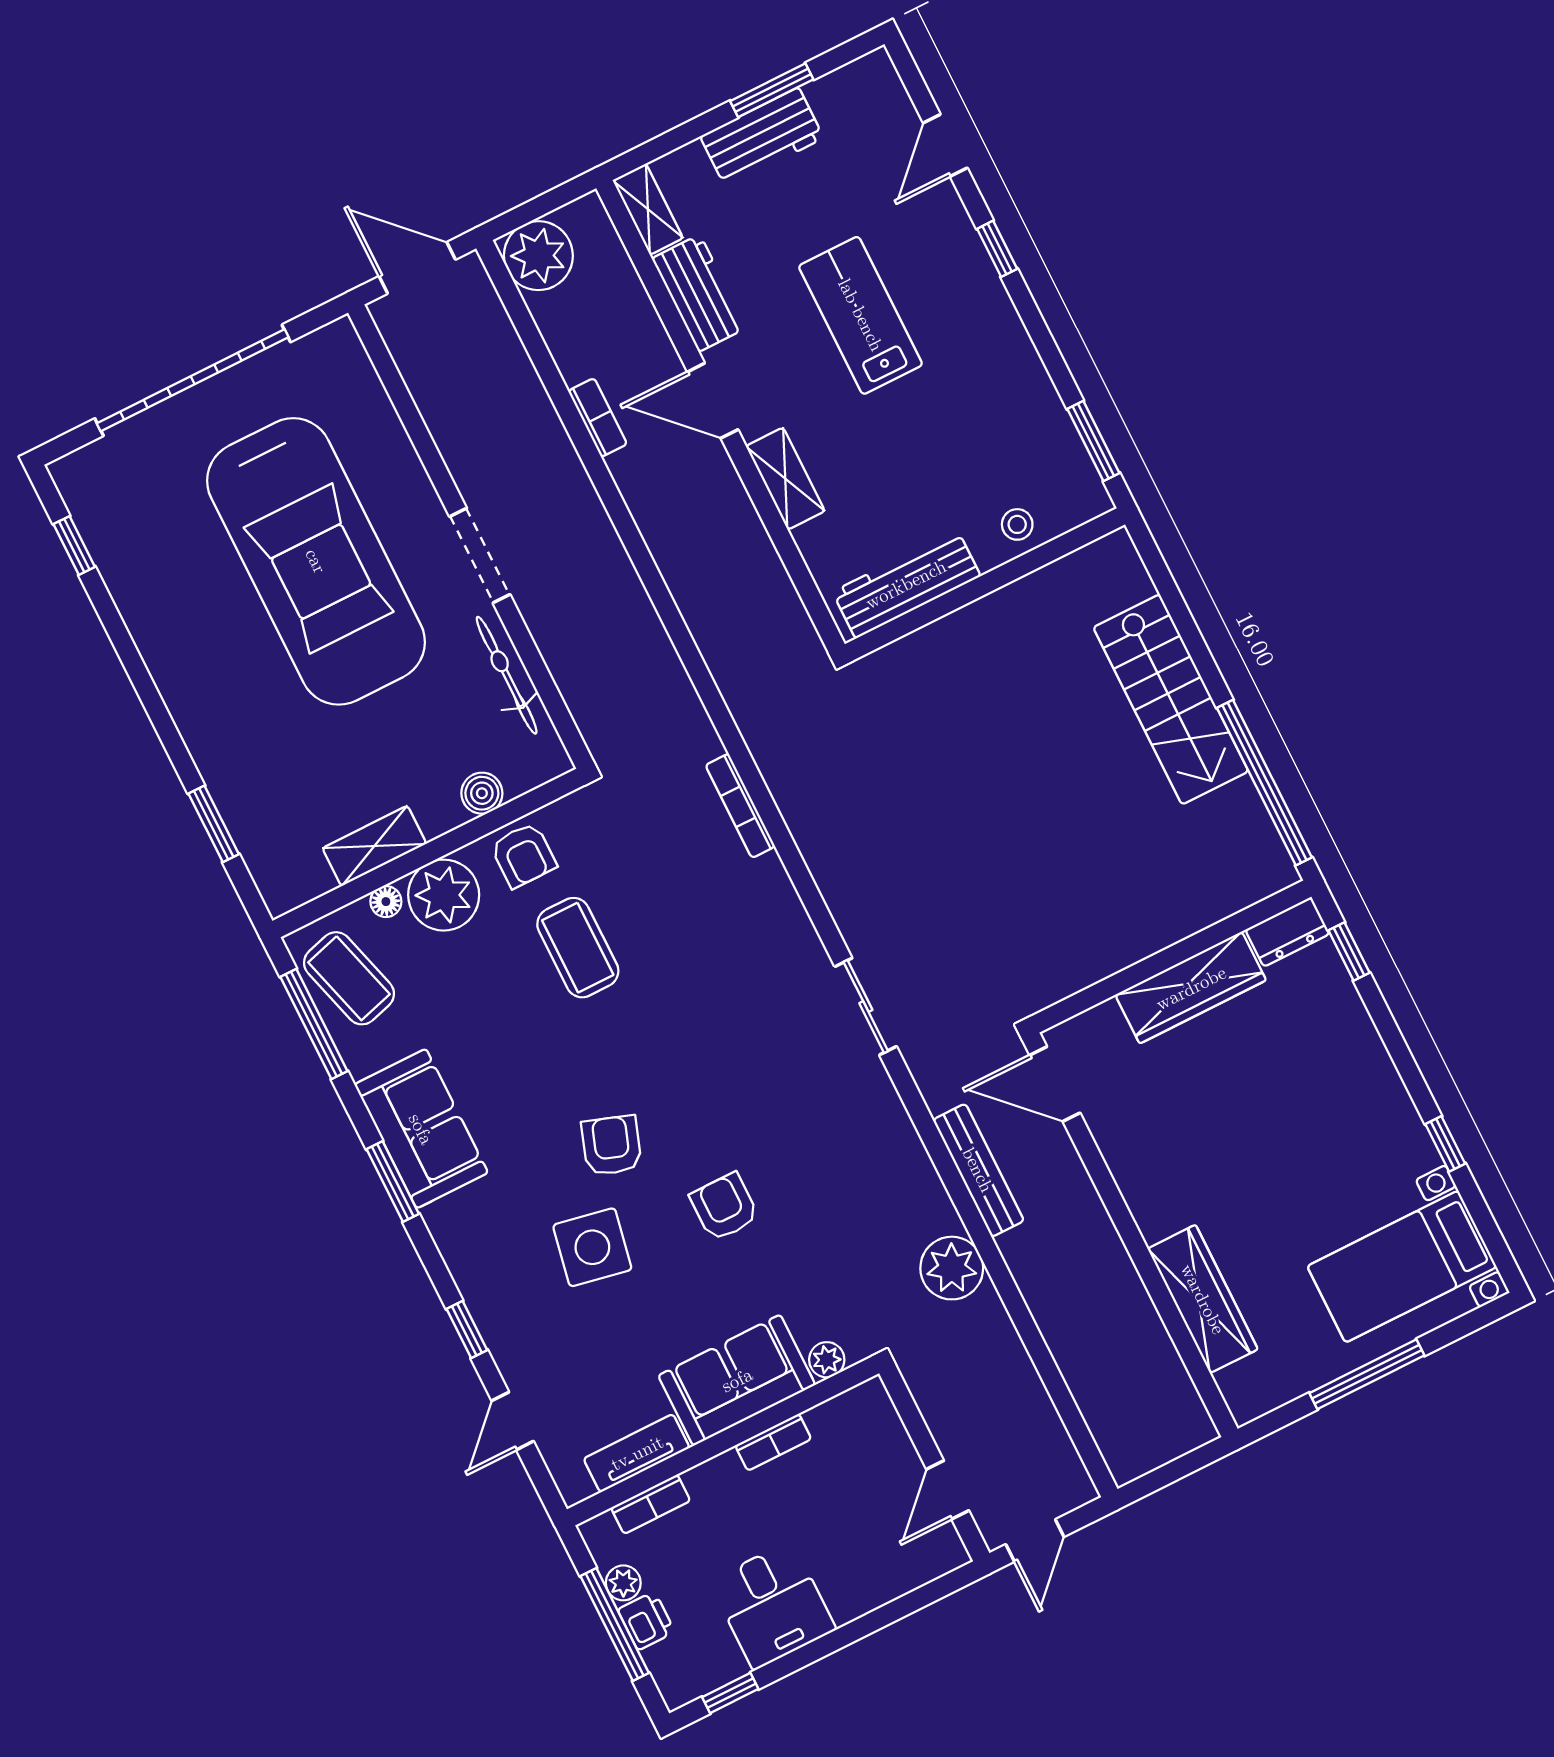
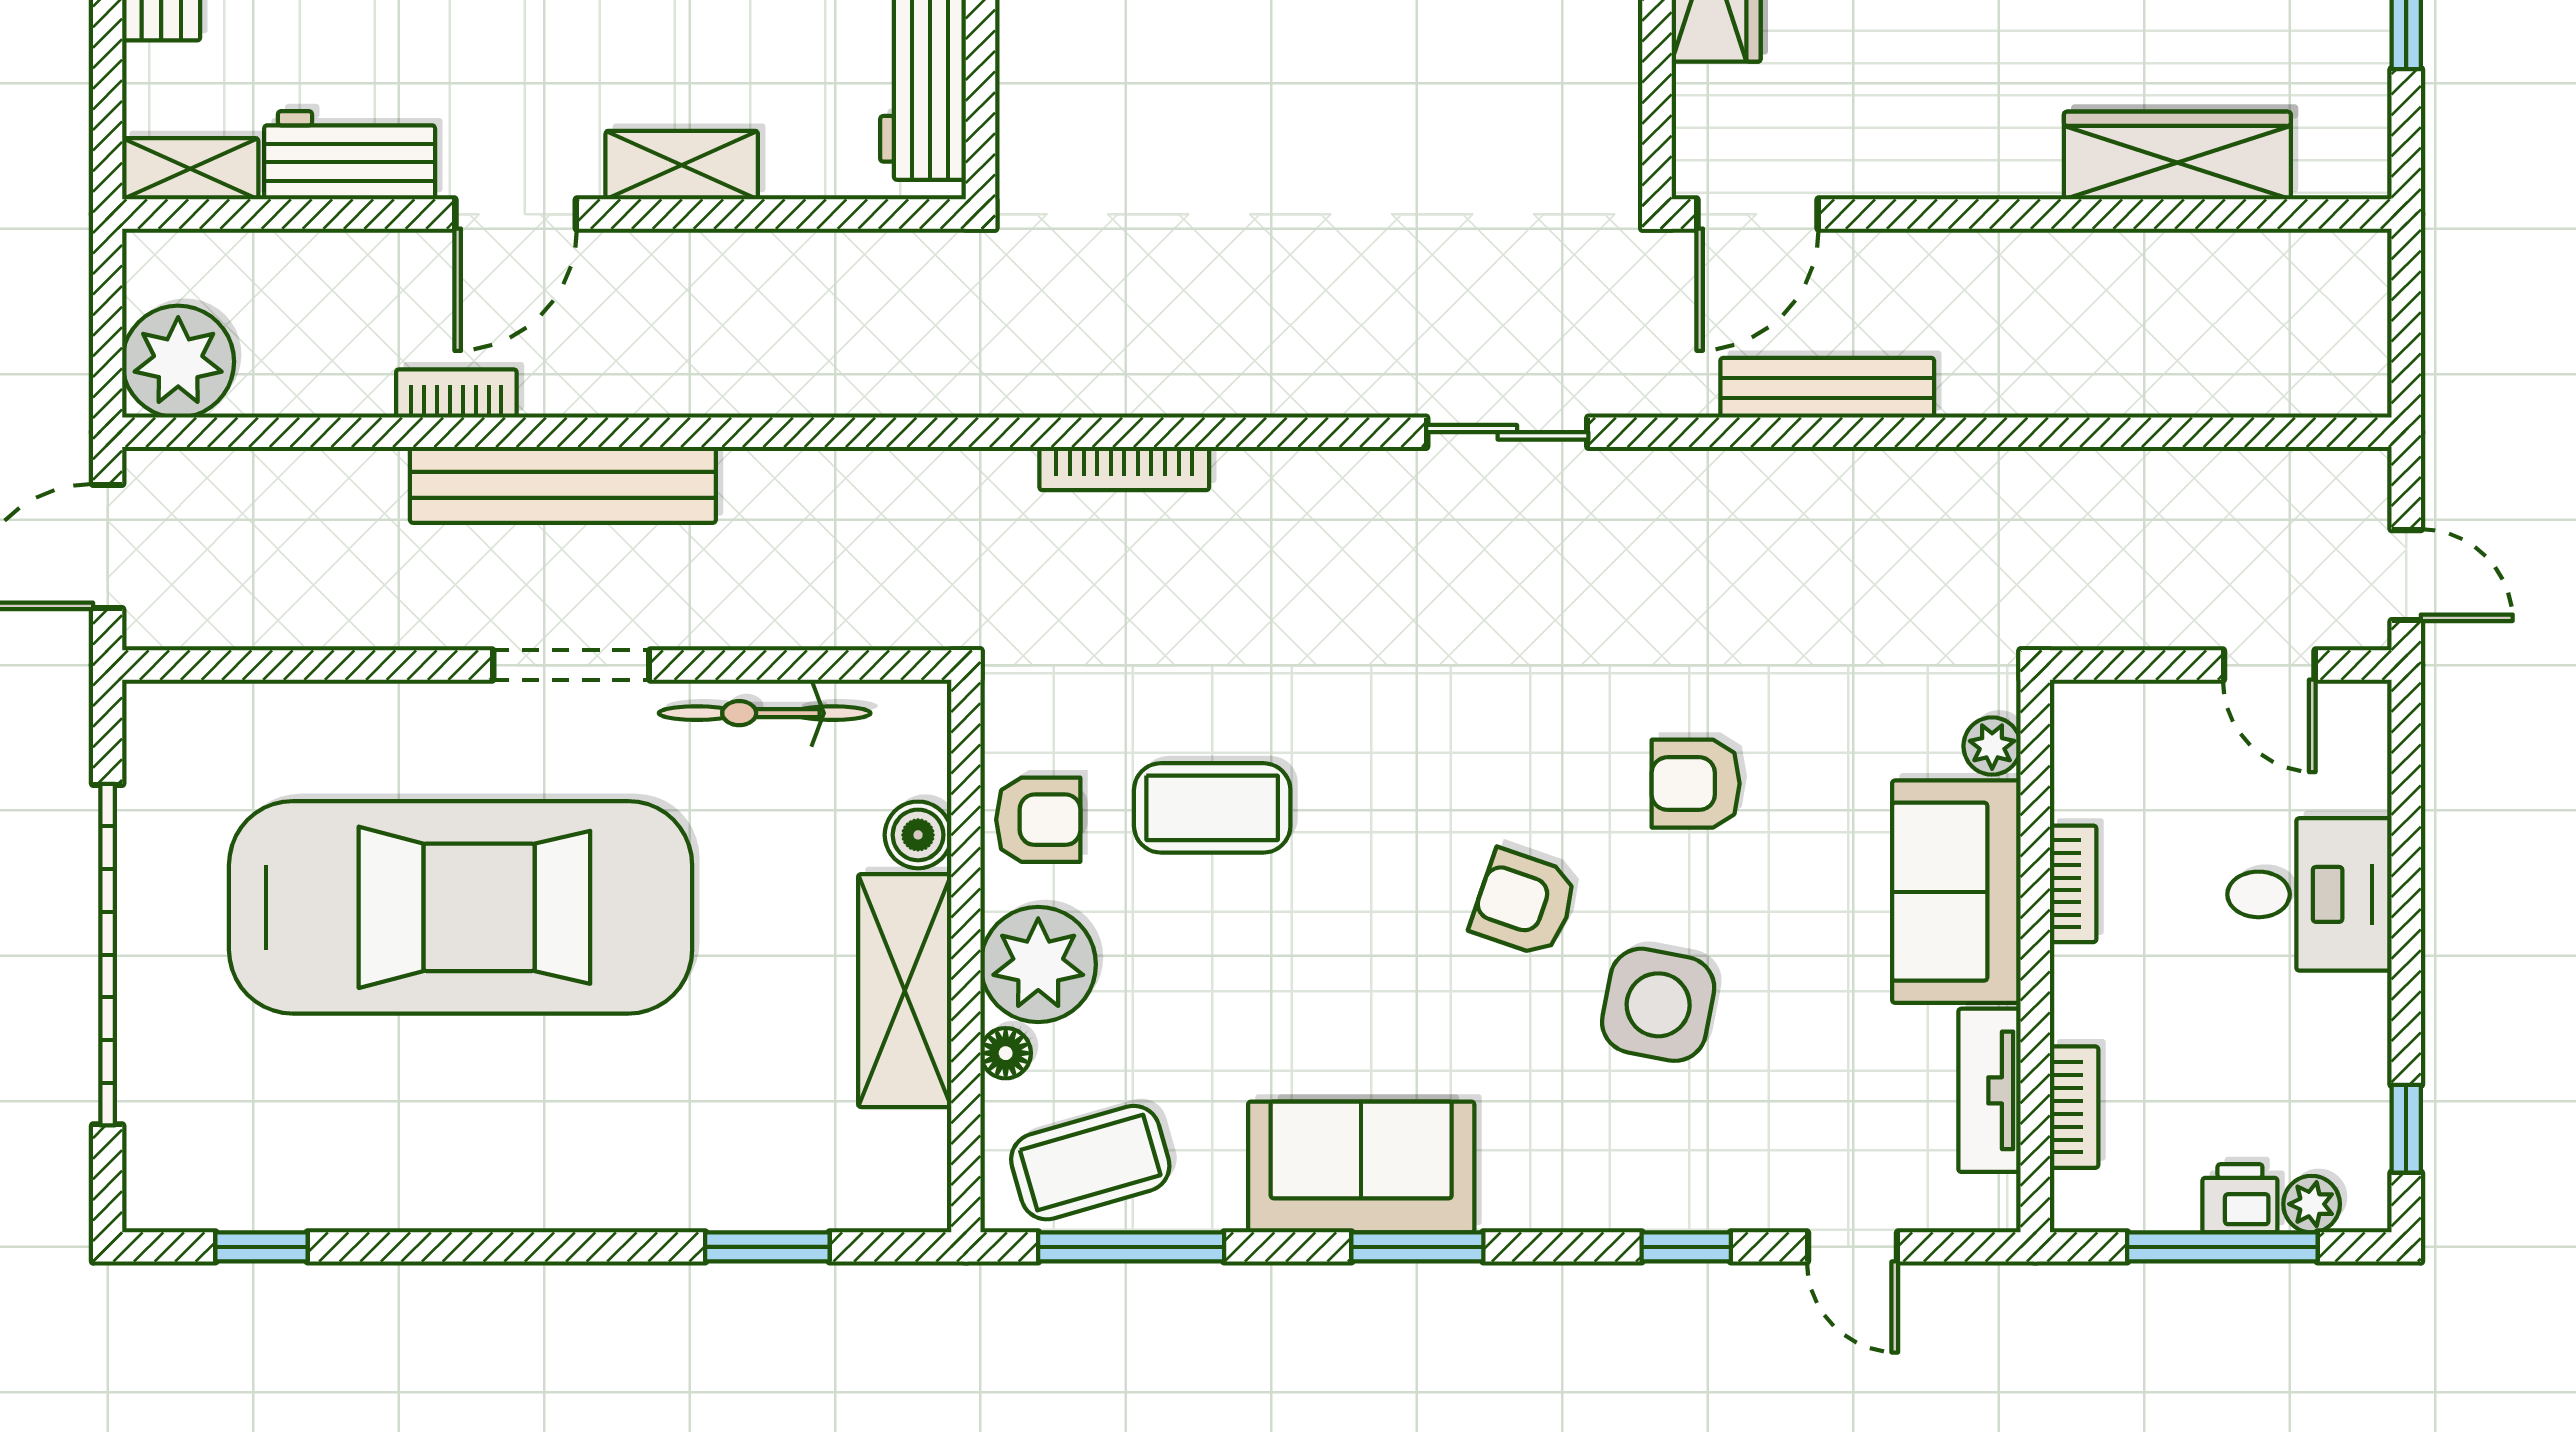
bench: (577, 501) -> (563, 485), added
shelving: (374, 846) -> (905, 991), width x1.50, depth x1.33
plant: (952, 1268) -> (1950, 498), removed
plant: (623, 1583) -> (2312, 1204), moved
desk: (773, 1605) -> (2309, 894), moved

